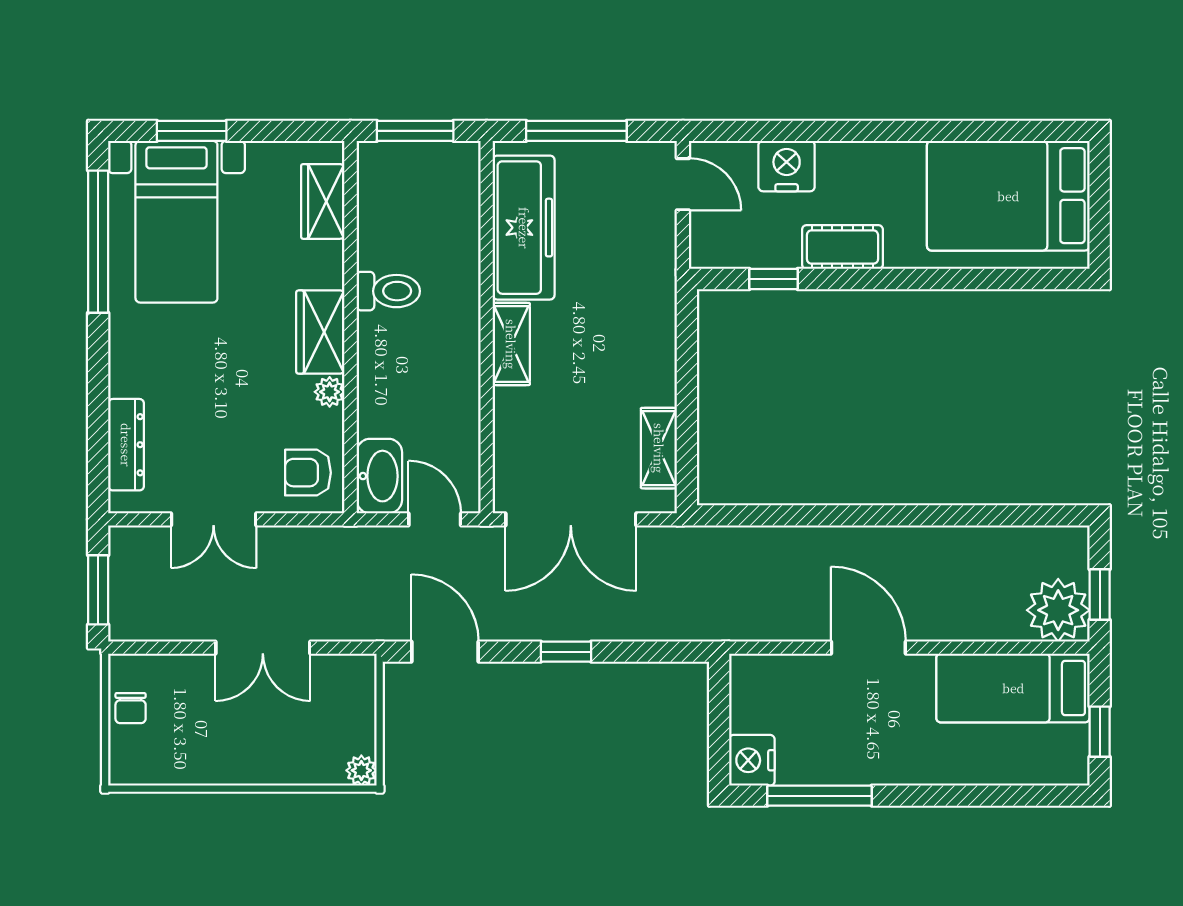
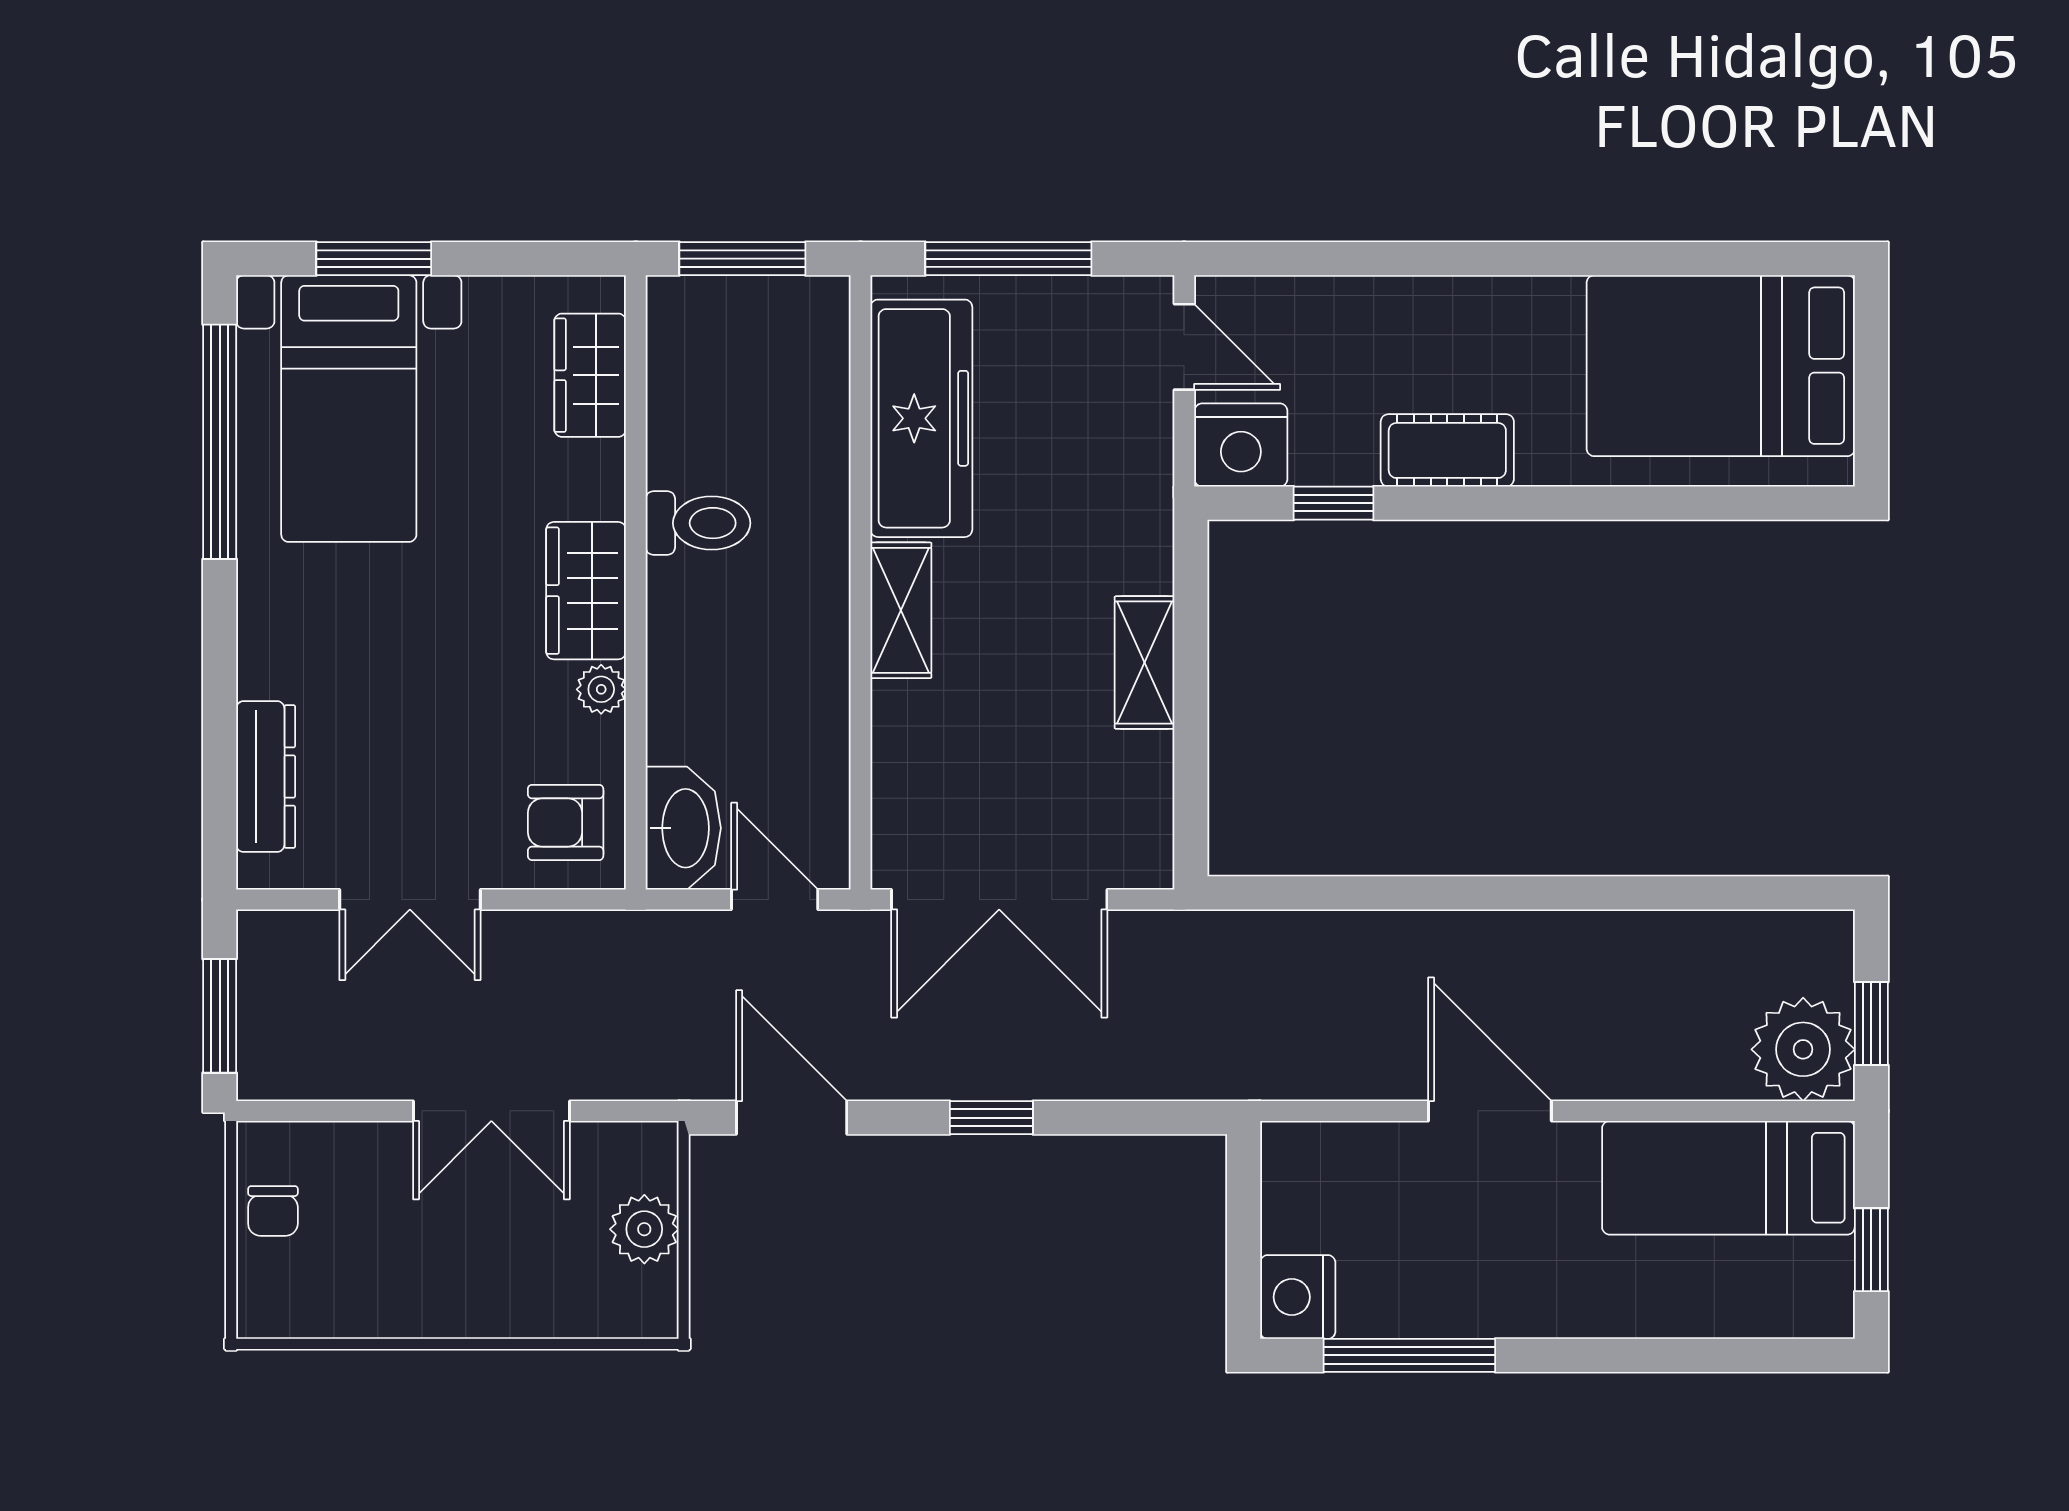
nightstand: (787, 166) -> (1241, 445), moved, turned 180
shelving: (659, 448) -> (1144, 663), moved
plant: (361, 770) -> (644, 1229), moved, width x1.38, depth x1.38

